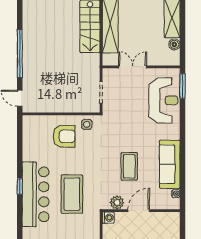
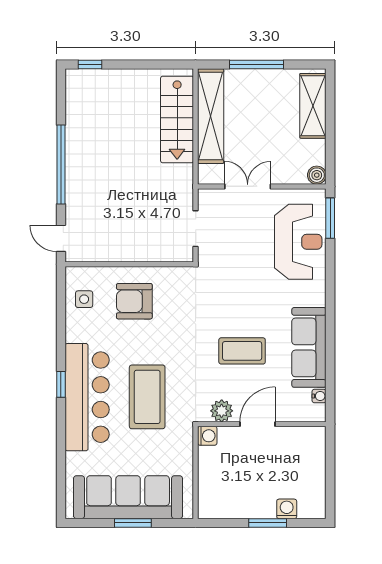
boiler: (174, 44) -> (317, 175), moved
side table: (87, 124) -> (84, 299), moved
armchair: (64, 136) -> (134, 301), turned 180
coffee table: (129, 166) -> (242, 351), turned 90

